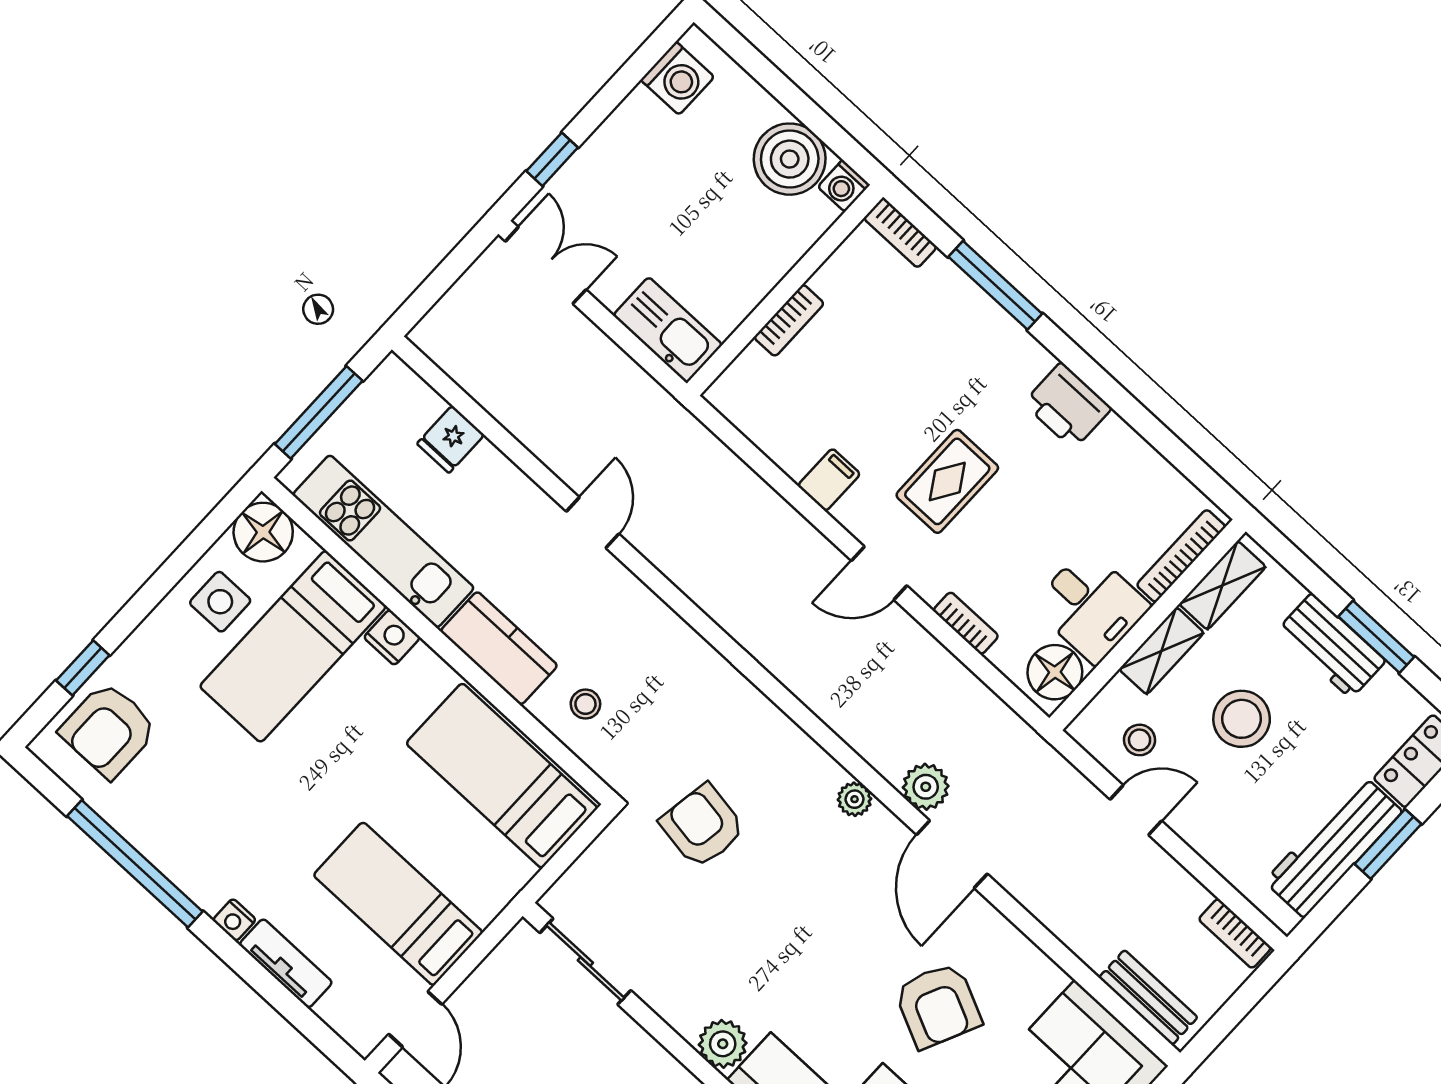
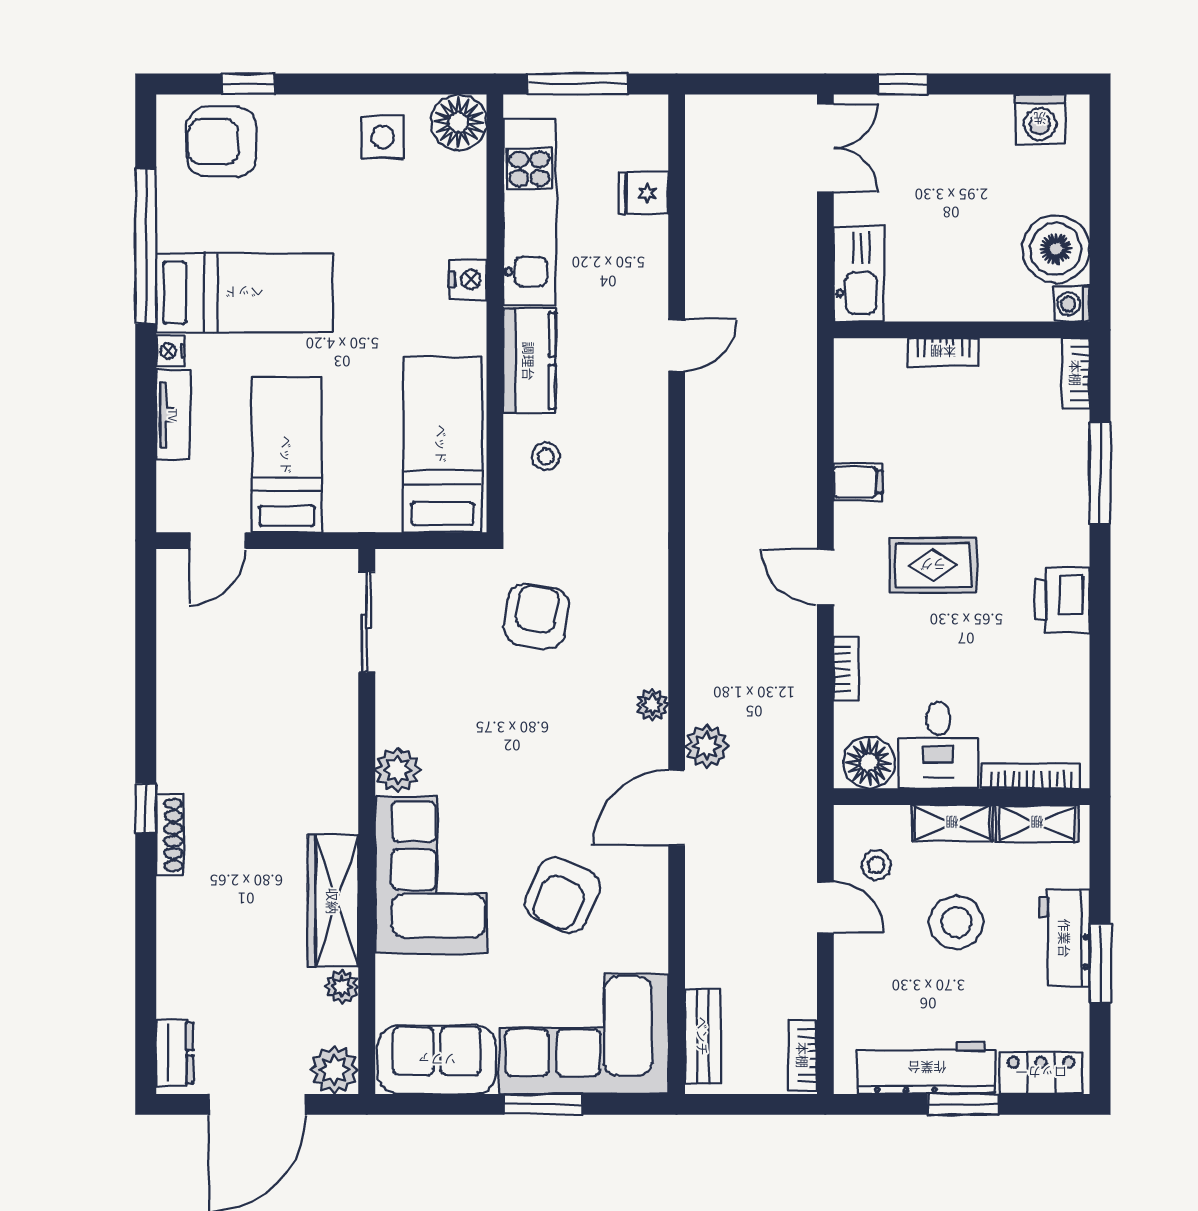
bed: (293, 646) -> (244, 293), moved, turned 180

